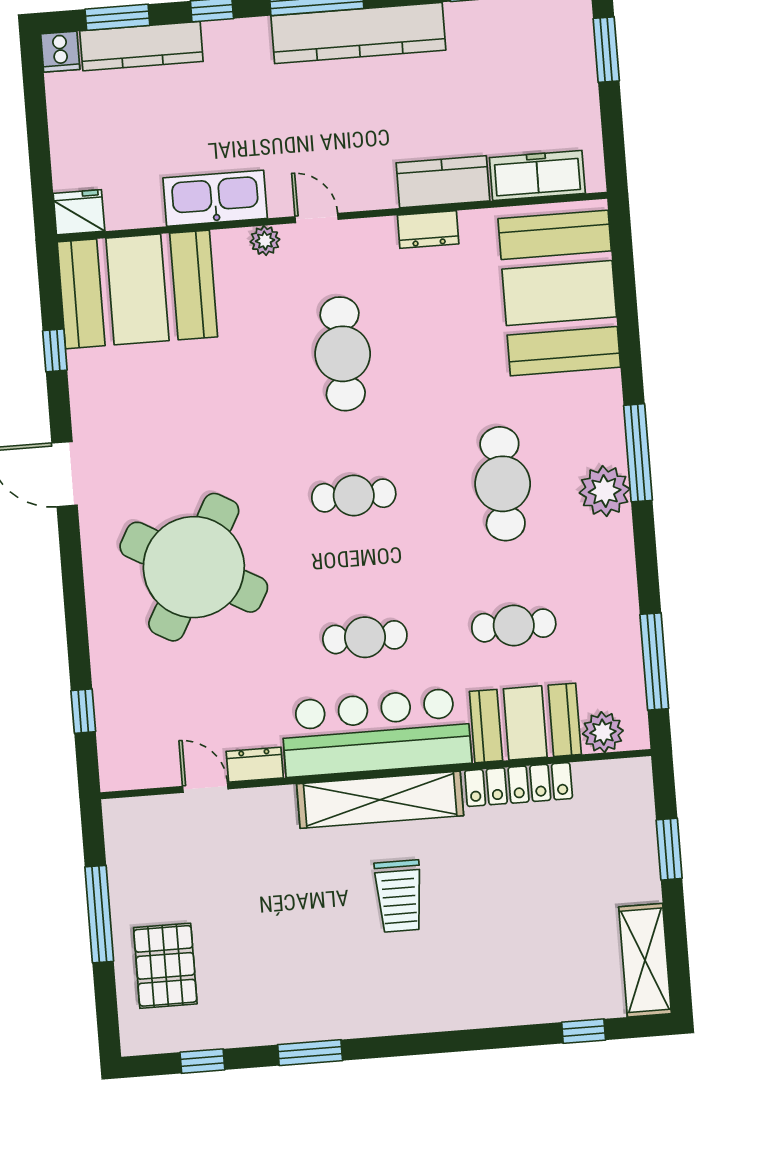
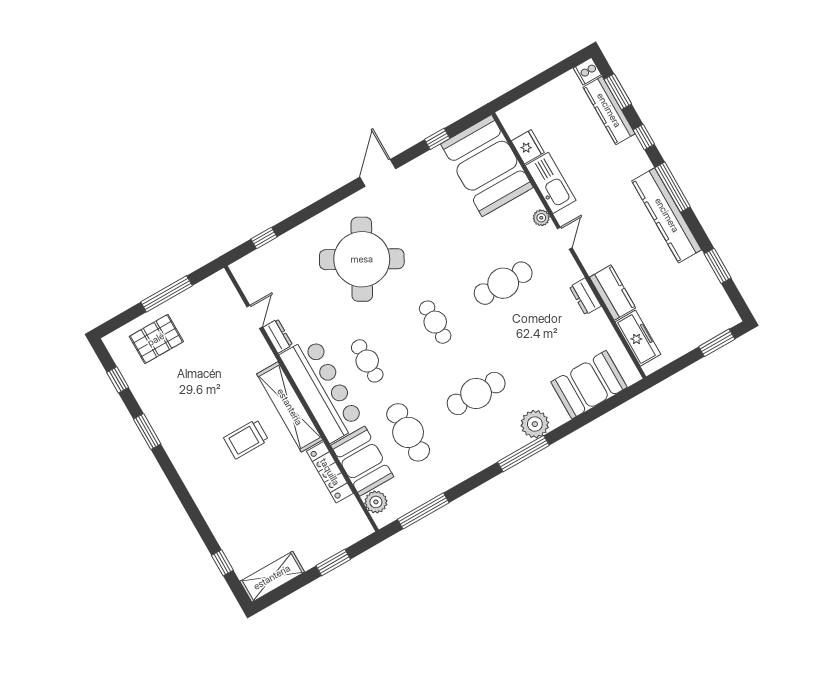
fridge: (79, 212) -> (528, 147), moved
booth: (559, 293) -> (589, 385), width x0.73, depth x0.70
plant: (605, 491) -> (535, 424), moved
cafe table: (514, 625) -> (408, 432), width x1.37, depth x1.35

